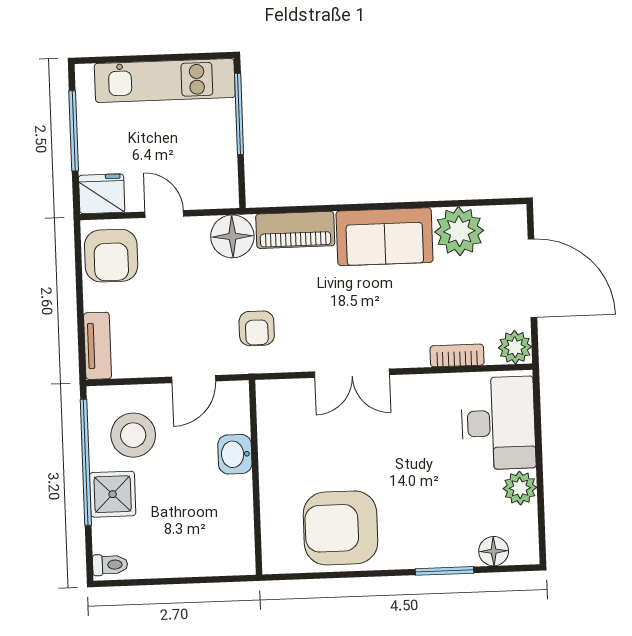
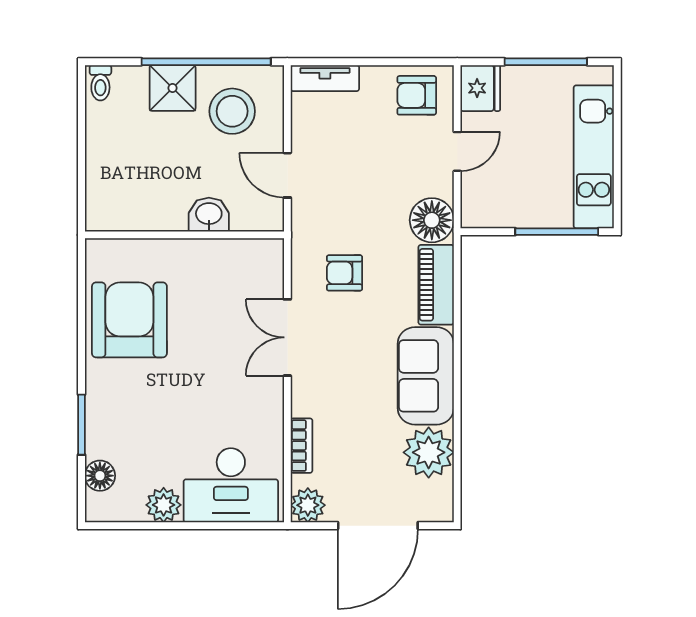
armchair: (111, 256) -> (417, 95), width x0.72, depth x0.72
armchair: (257, 328) -> (344, 273), moved

